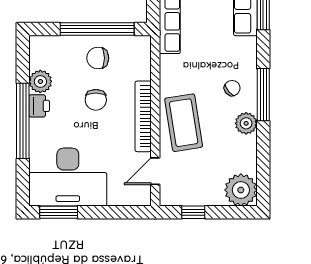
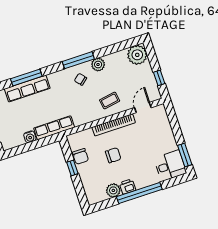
window: (97, 29) -> (72, 168), width x0.32
chair: (98, 58) -> (80, 156), moved
coffee table: (184, 123) -> (110, 100), width x0.54, depth x0.58
door: (155, 171) -> (143, 108), swing flipped
desk: (68, 177) -> (170, 166), width x0.53, depth x0.77

